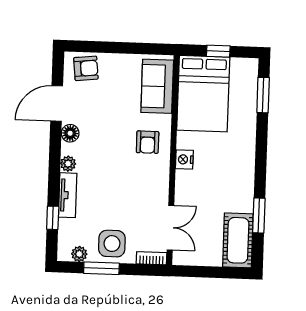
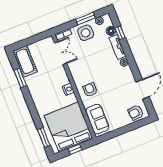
bed: (203, 94) -> (69, 127), width x1.36
floor lamp: (70, 133) -> (111, 31), moved
double door: (170, 228) -> (60, 53), swing flipped

